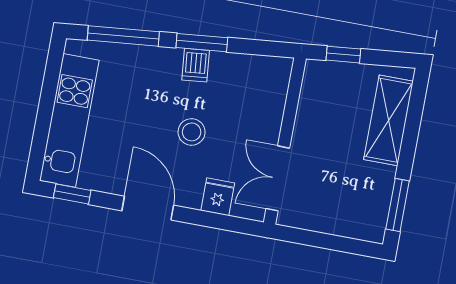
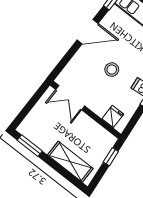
double door: (278, 178) -> (70, 98), swing flipped
fridge: (218, 197) -> (113, 116), moved, turned -90

